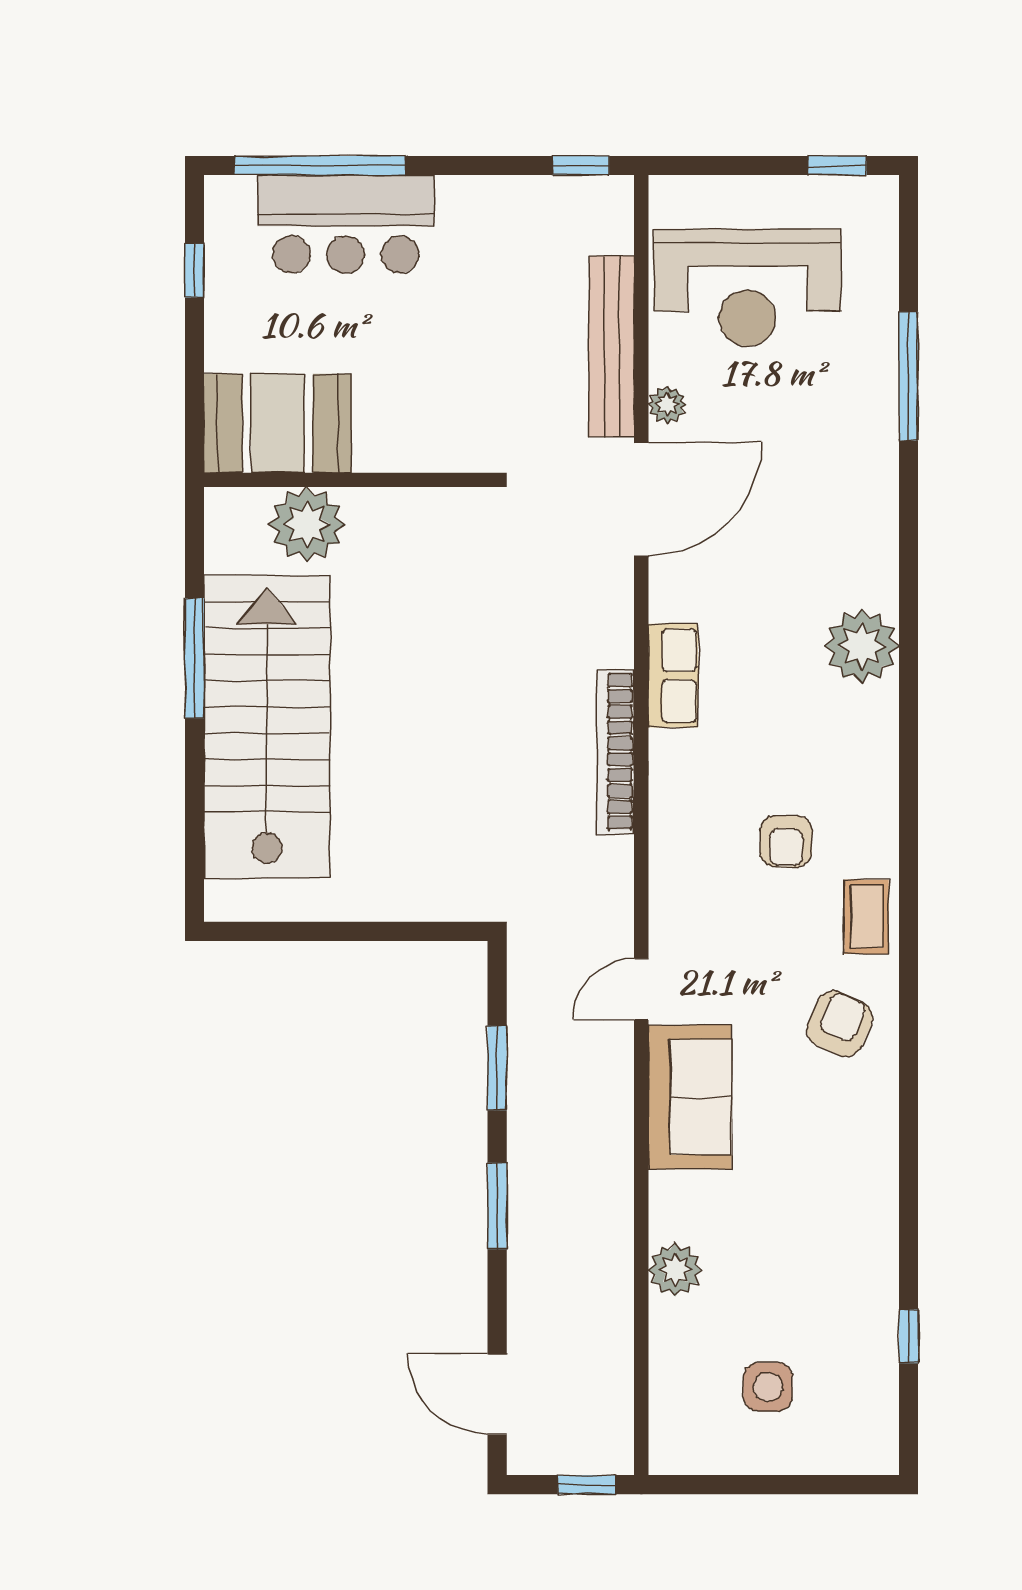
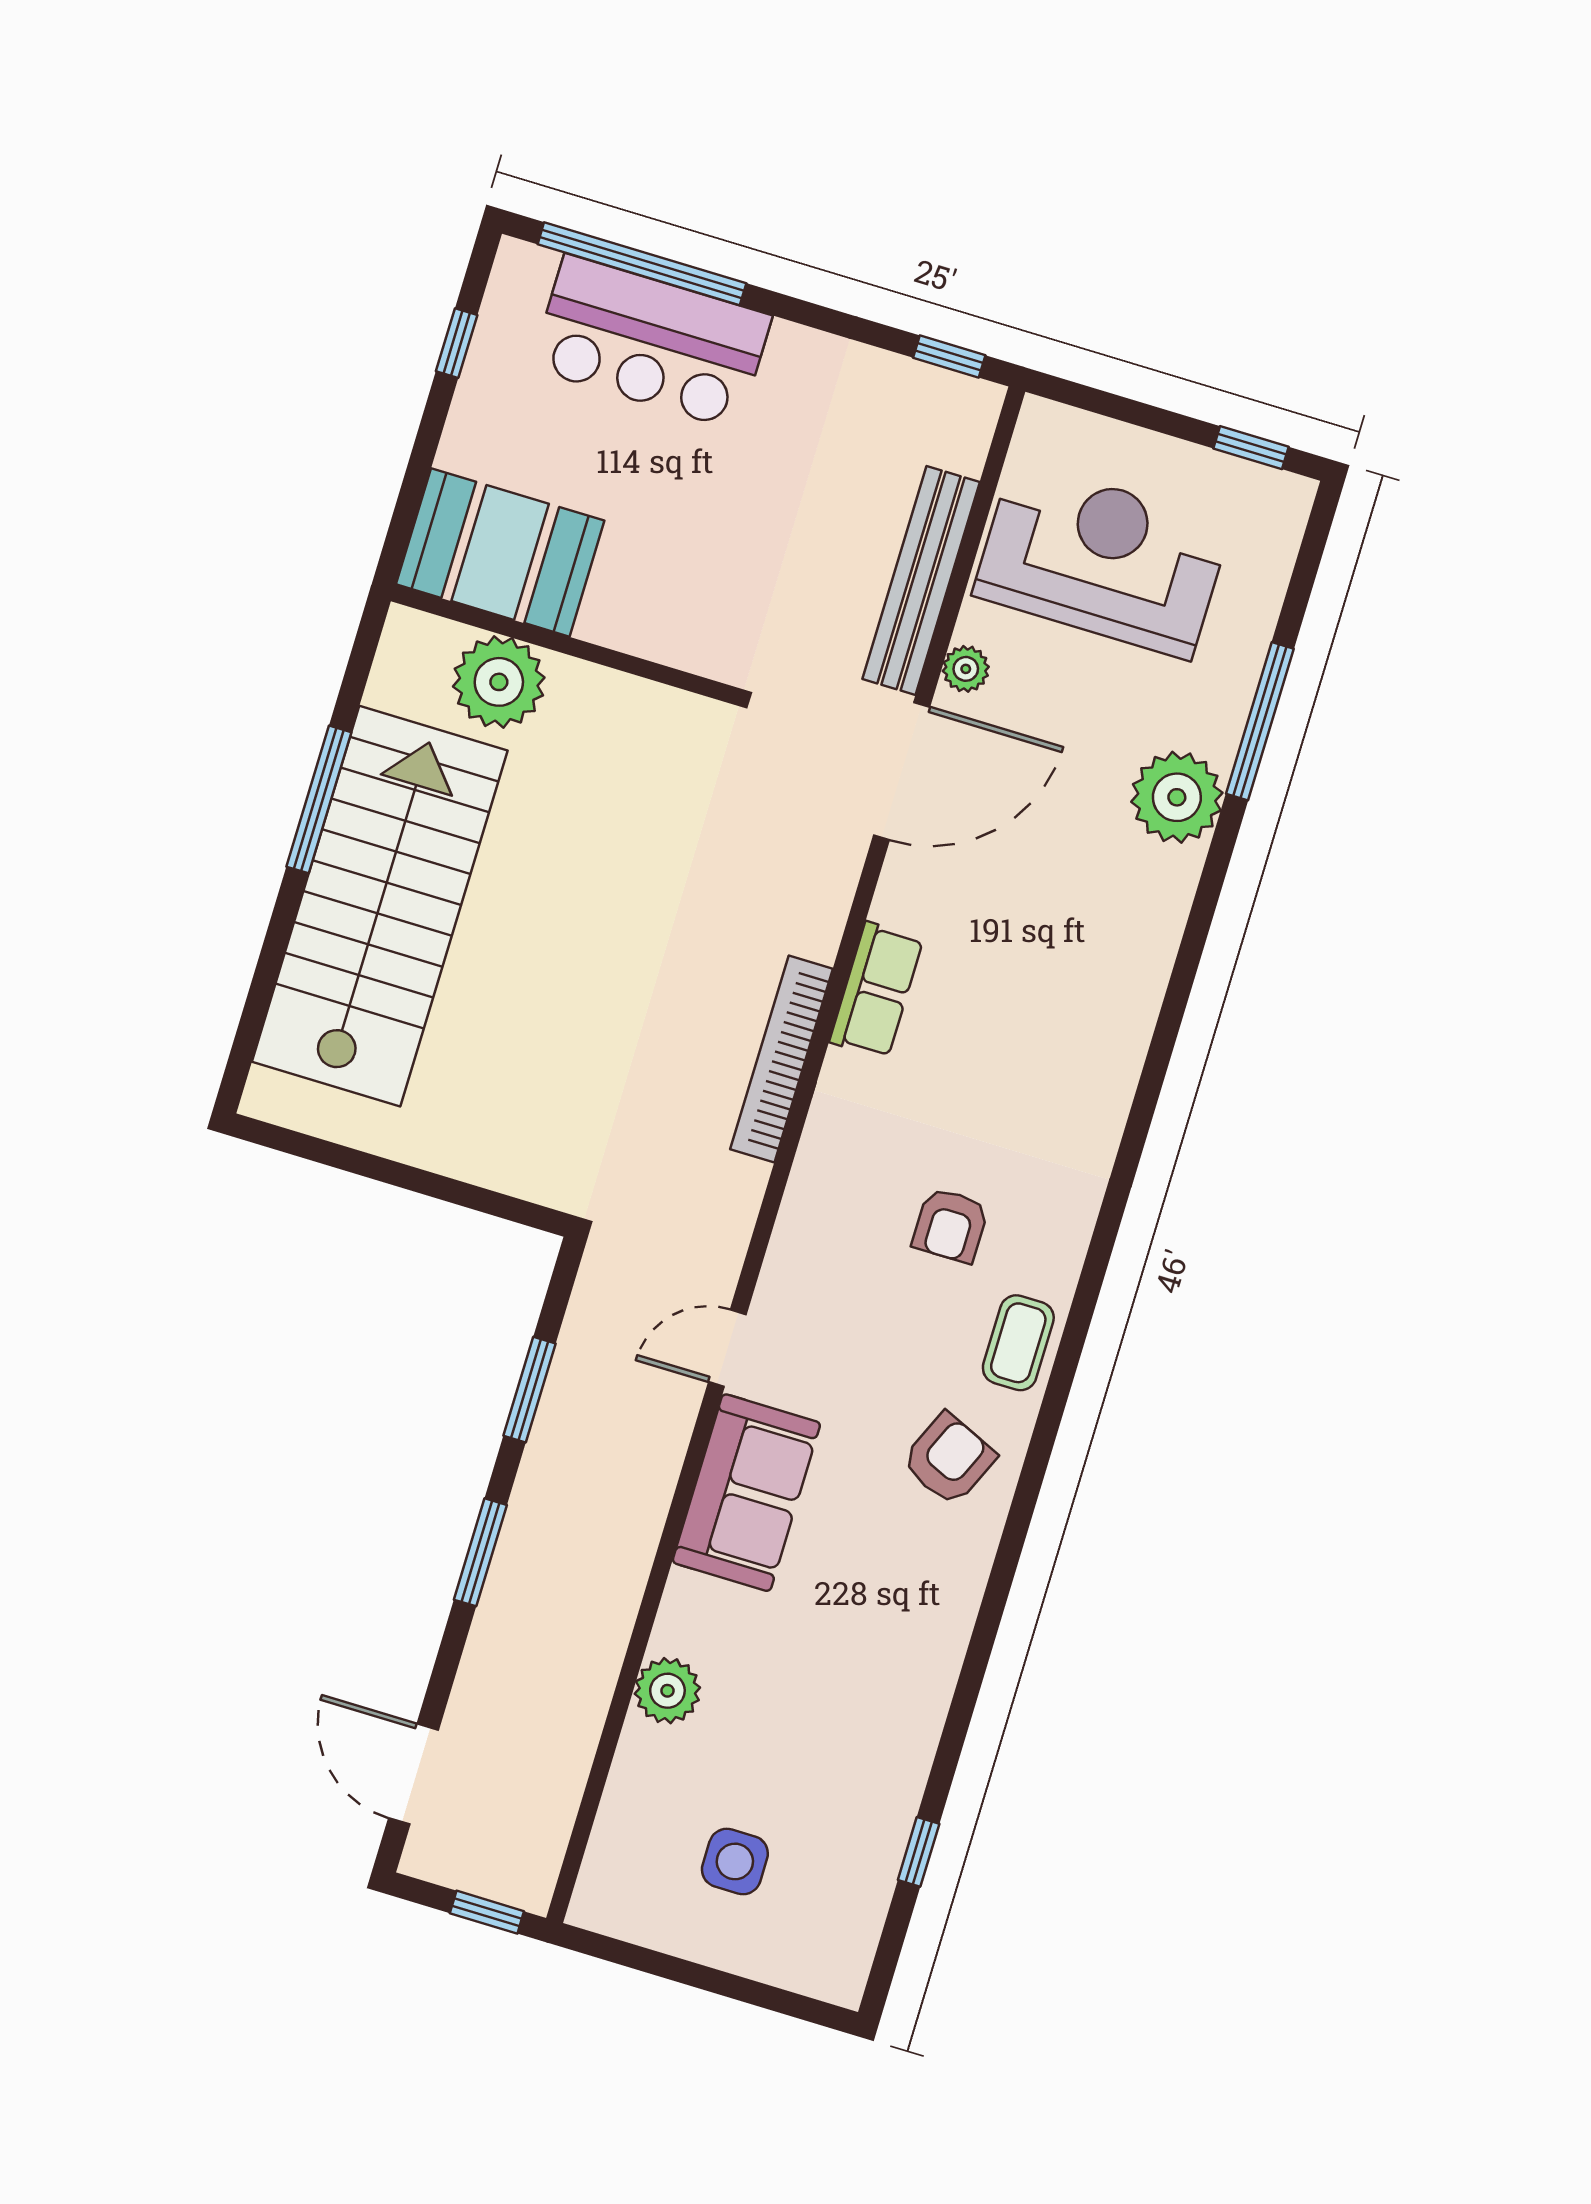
reception desk: (747, 288) -> (1102, 560), turned 180
plant: (862, 646) -> (1177, 797), moved

